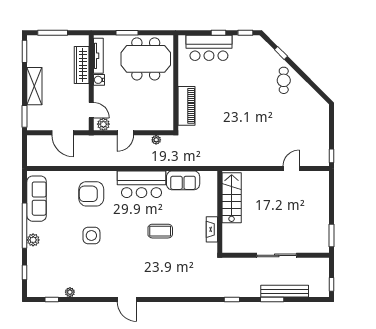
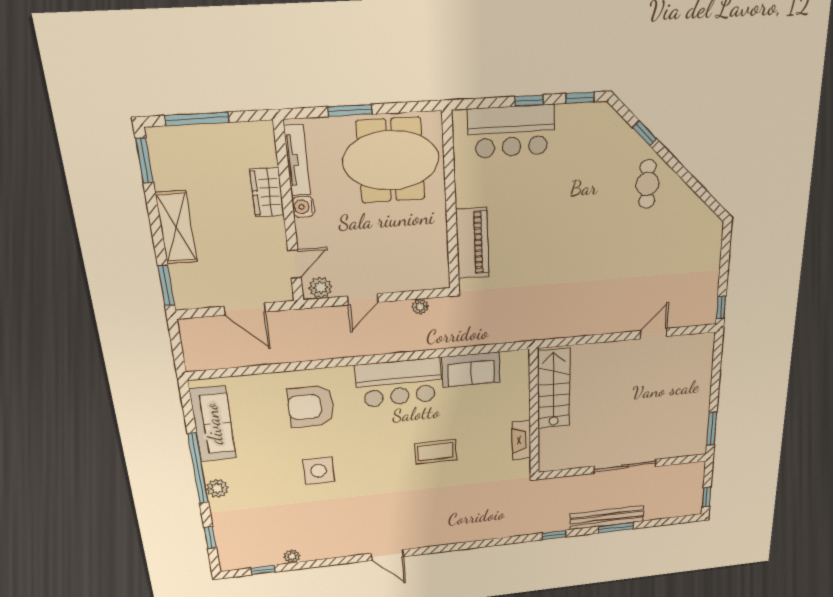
wardrobe: (82, 65) -> (267, 192), width x0.67
door: (91, 110) -> (294, 264), hinge flipped
bench: (285, 291) -> (607, 518), moved

